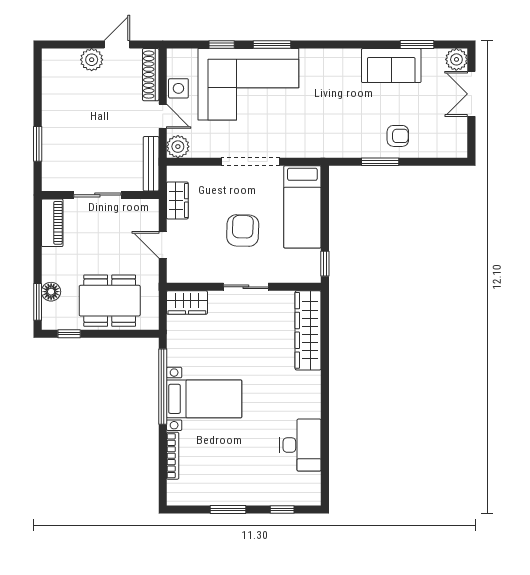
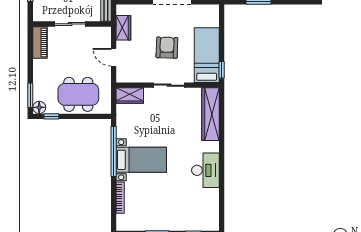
bed: (302, 207) -> (207, 55), moved, turned 180
floor lamp: (51, 292) -> (39, 107), moved
desk: (300, 445) -> (205, 170), moved

